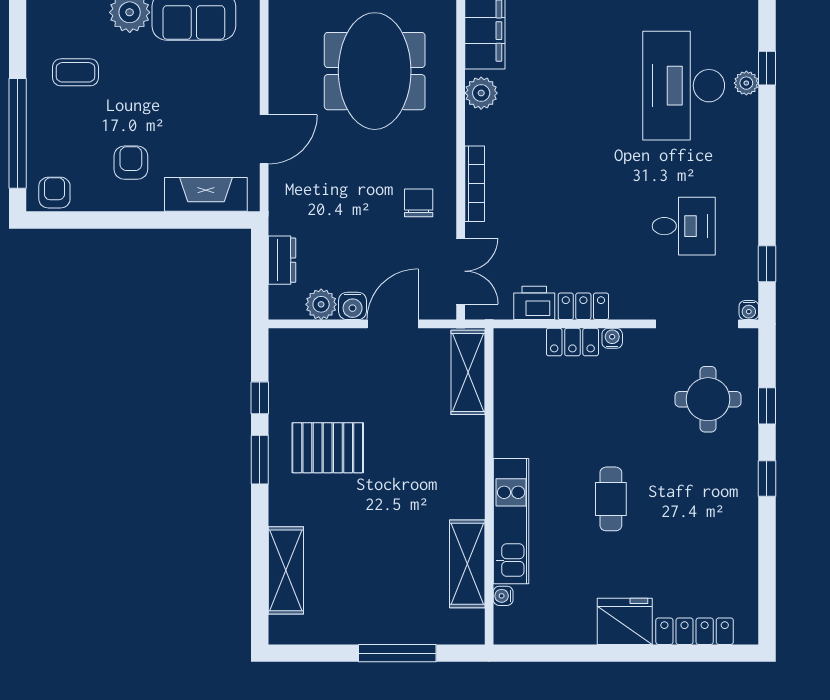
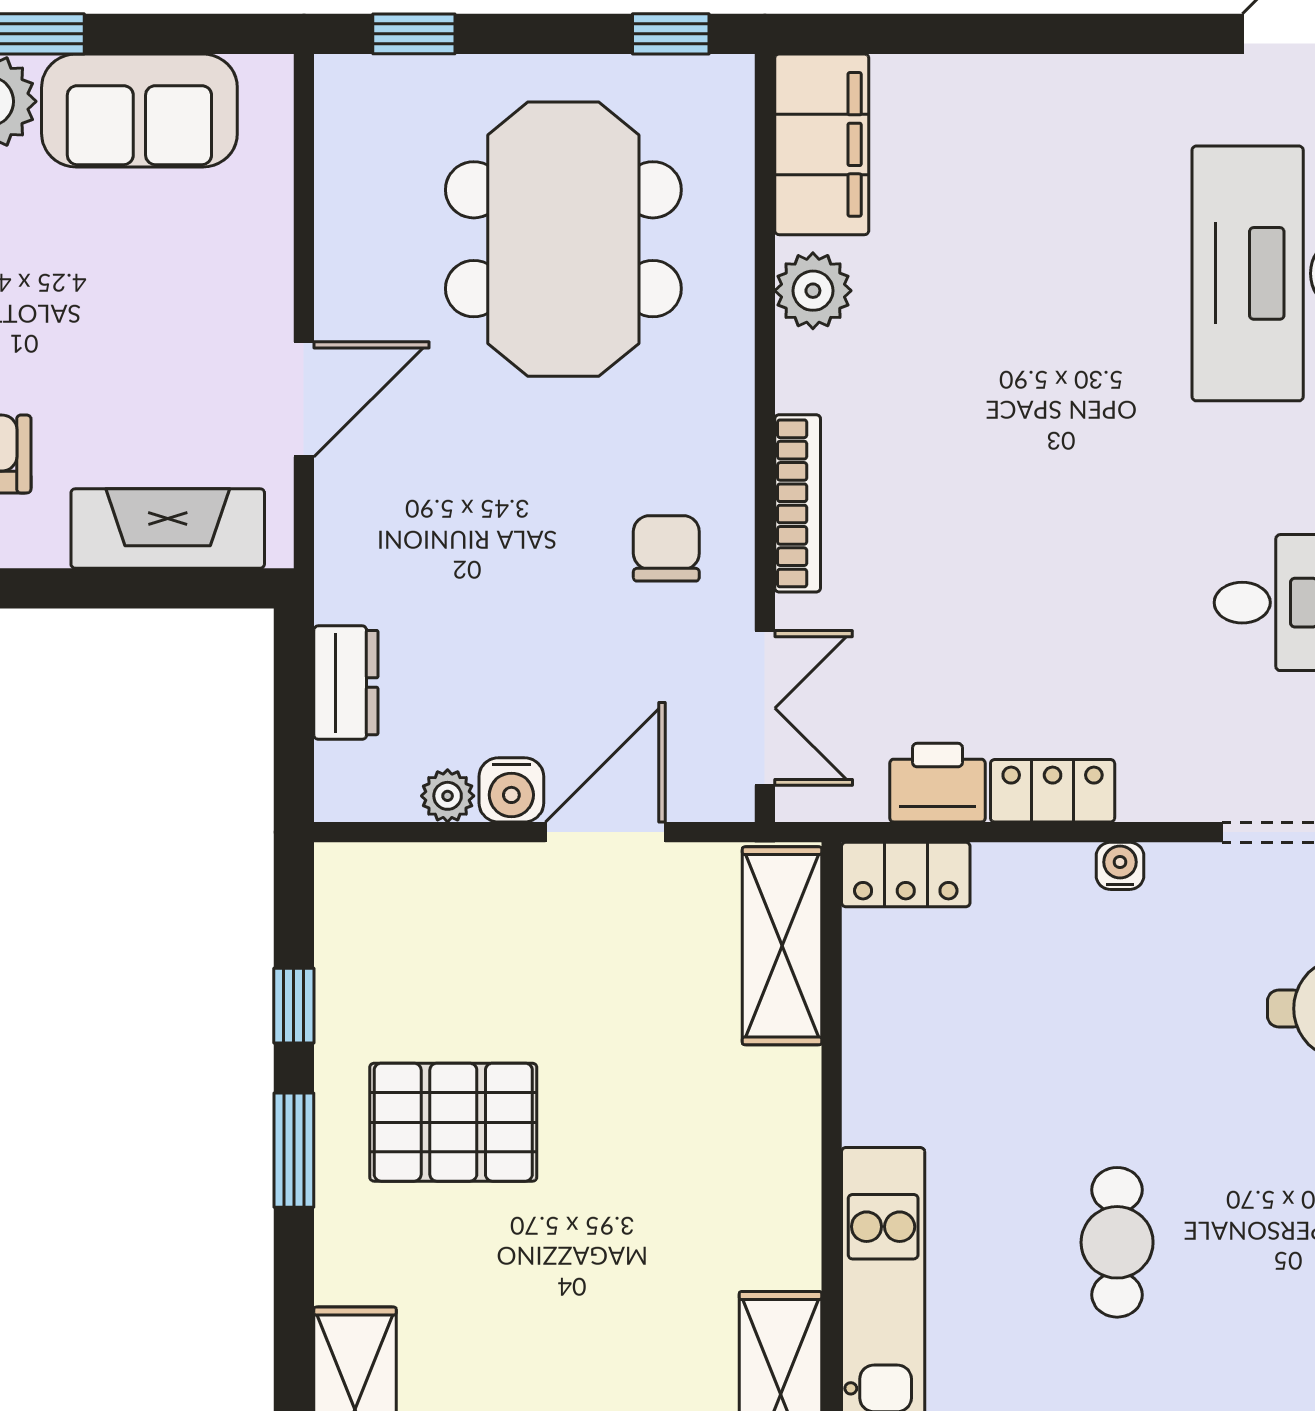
plant: (321, 304) -> (448, 796), width x0.73, depth x0.73
locker: (572, 342) -> (906, 874), moved

